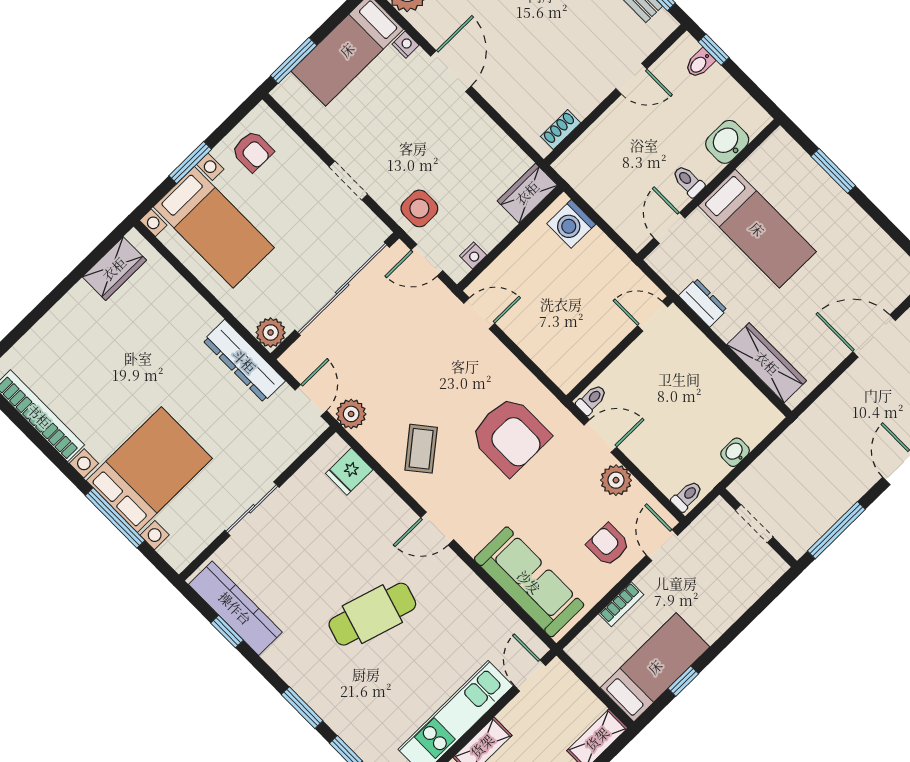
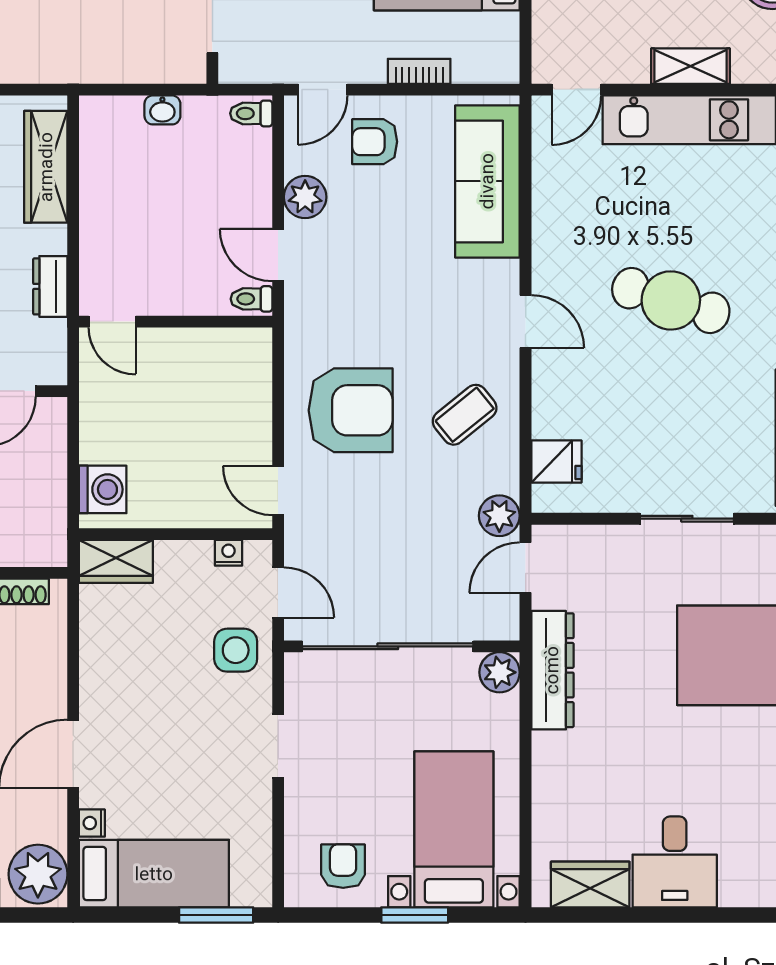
desk: (82, 324) -> (675, 862), added
armchair: (510, 436) -> (351, 410), moved, turned 90
armchair: (608, 545) -> (375, 142), turned 90

